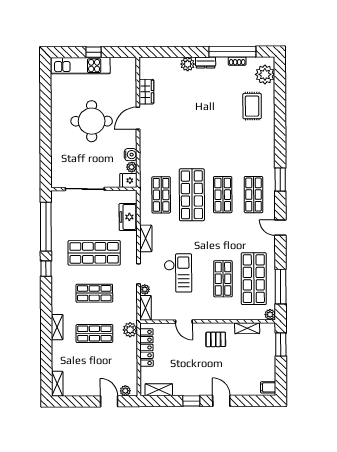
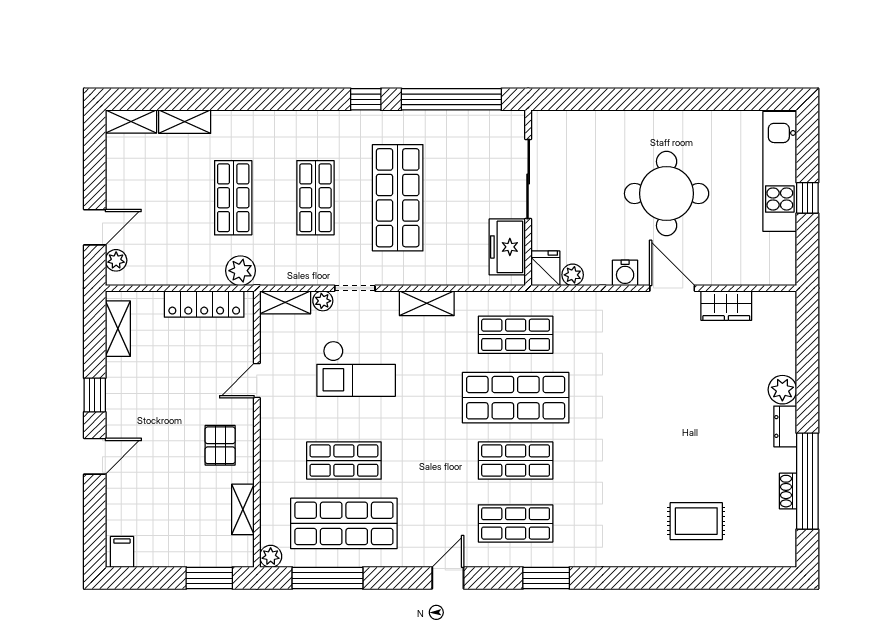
plant: (265, 74) -> (761, 548), removed
water cooler: (131, 155) -> (625, 273), moved
freezer: (128, 217) -> (507, 247), moved, turned -90
shelving: (57, 327) -> (185, 122), moved

